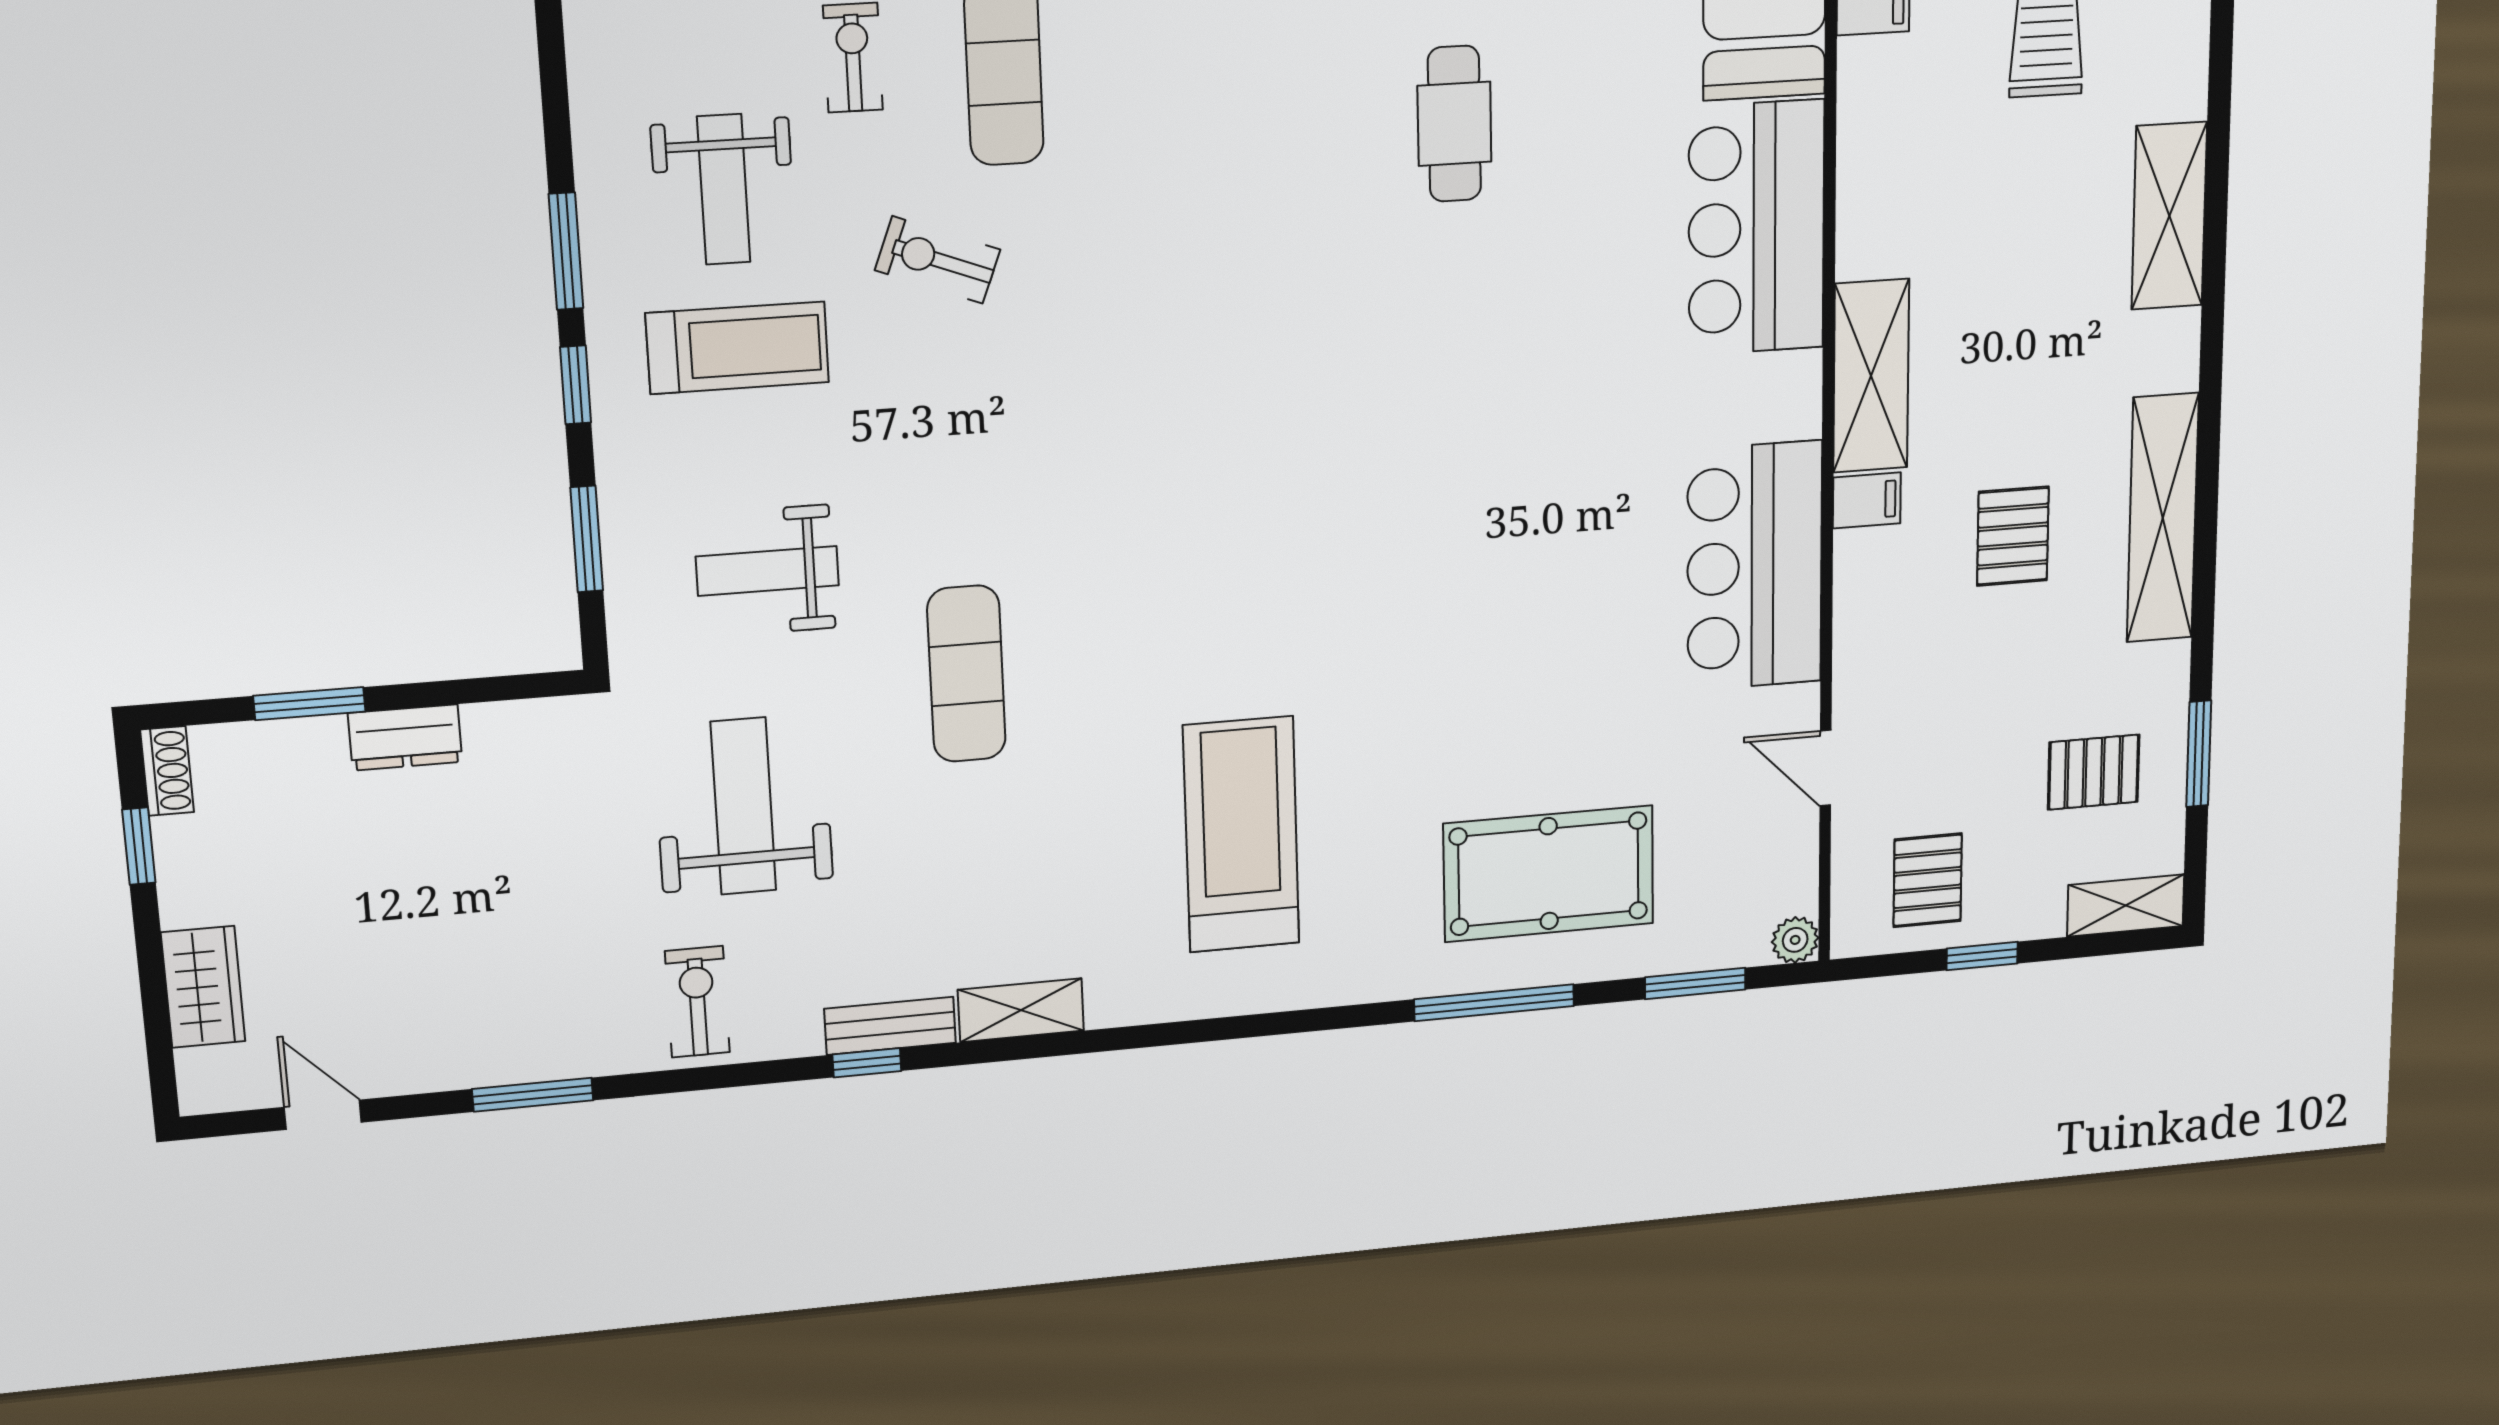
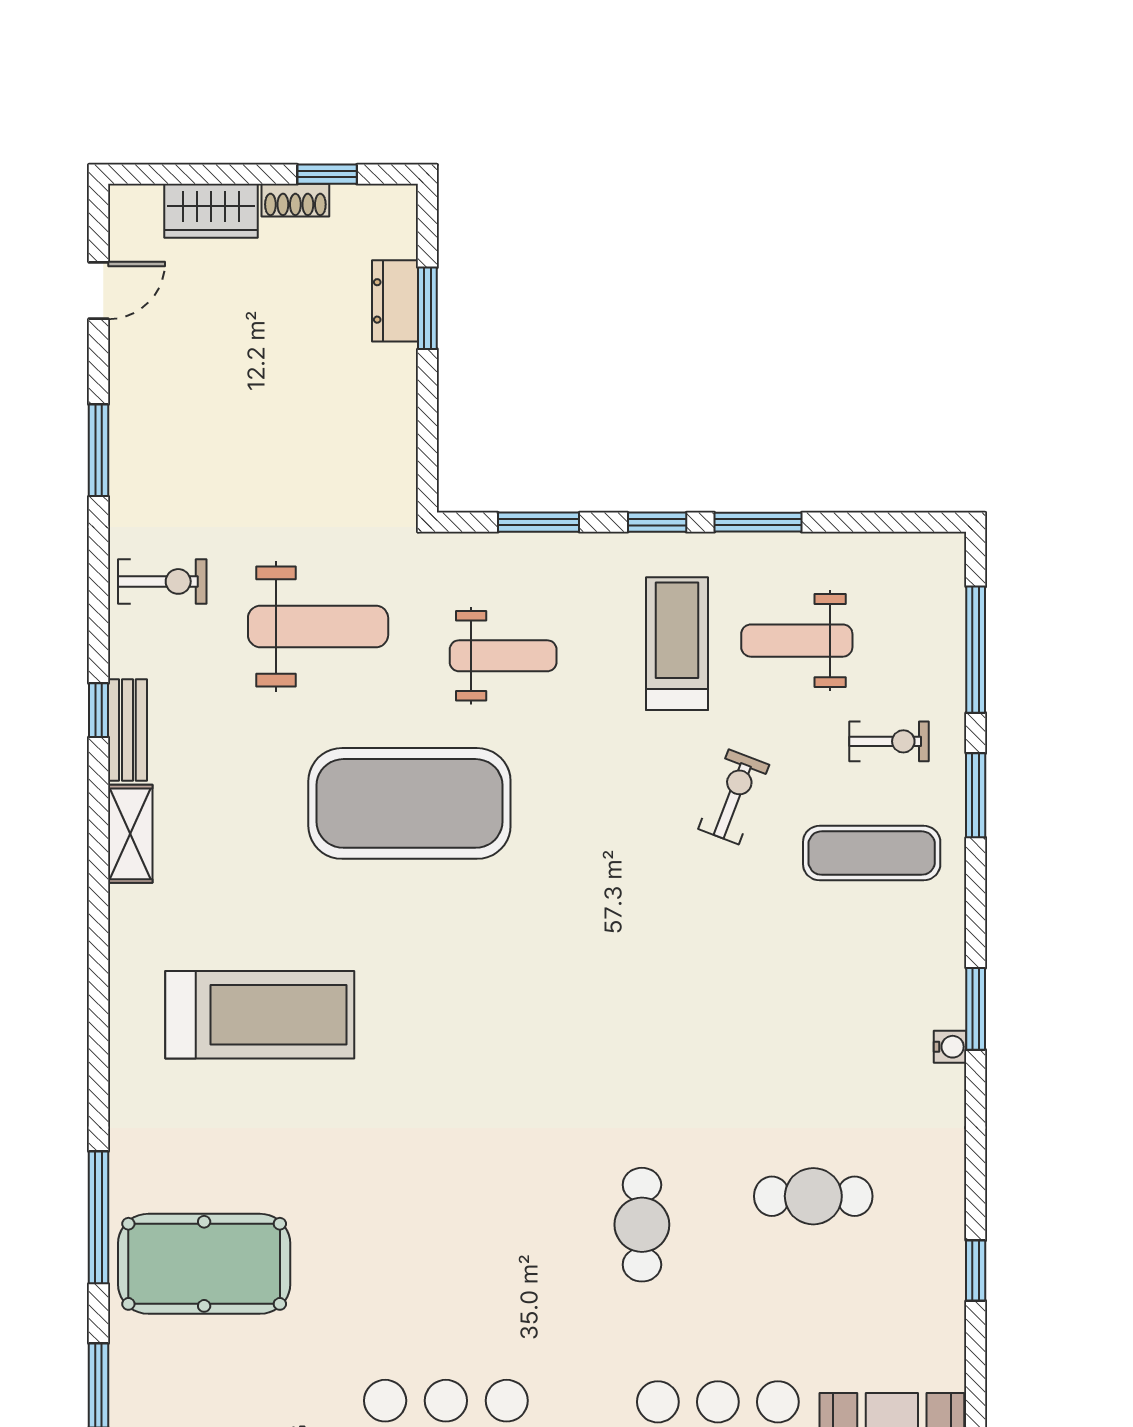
cafe table: (1494, 342) -> (642, 1225), added
treadmill: (737, 348) -> (677, 644), turned 180
weight bench: (767, 571) -> (503, 656), turned 90
exercise mat: (966, 674) -> (409, 803), width x2.00, depth x1.45
dresser: (405, 737) -> (395, 301), moved
shoe rack: (167, 771) -> (295, 200), moved
pool table: (1549, 874) -> (204, 1264), turned 90

